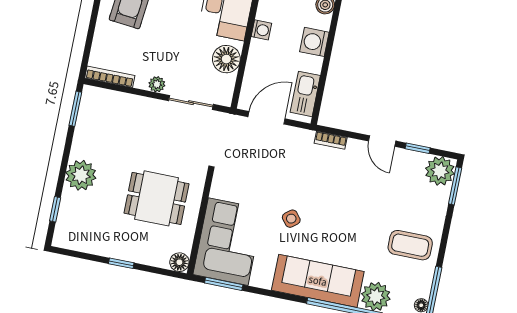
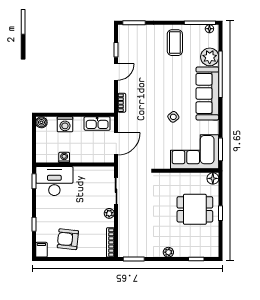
floor lamp: (226, 59) -> (86, 175), removed
door: (266, 118) -> (116, 144), swing flipped
plant: (440, 171) -> (127, 34), removed
plant: (81, 175) -> (168, 252), width x0.53, depth x0.53
dining table: (157, 198) -> (195, 209), moved, turned 90

